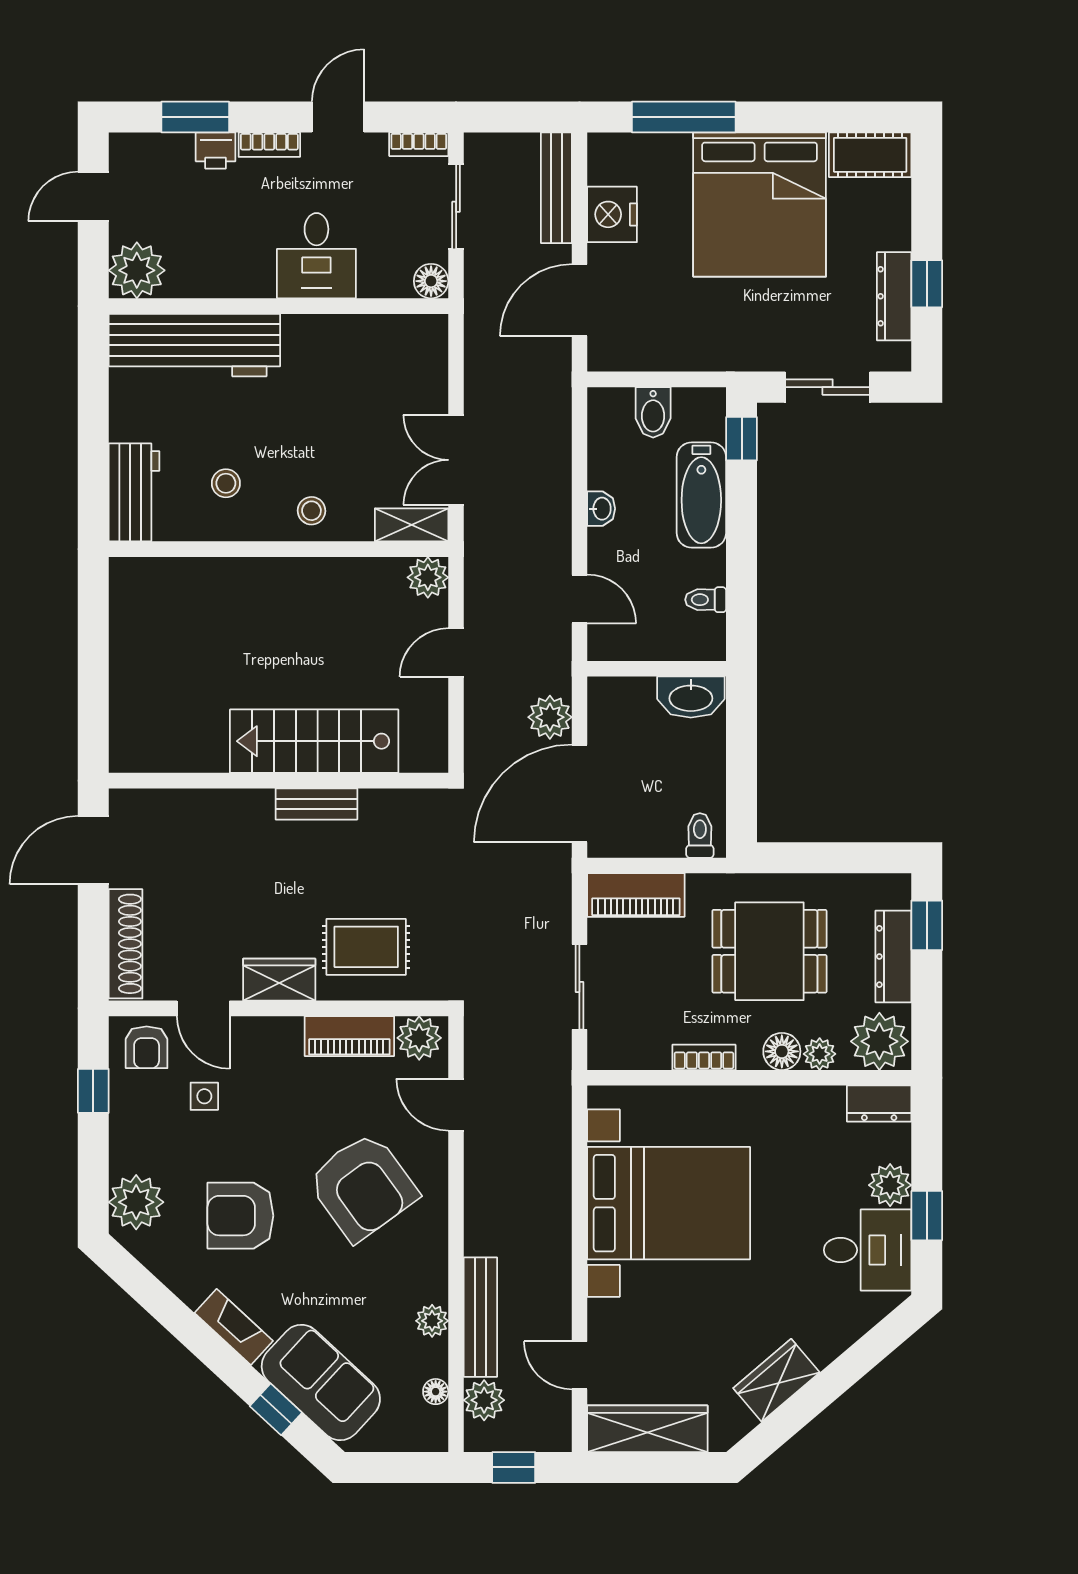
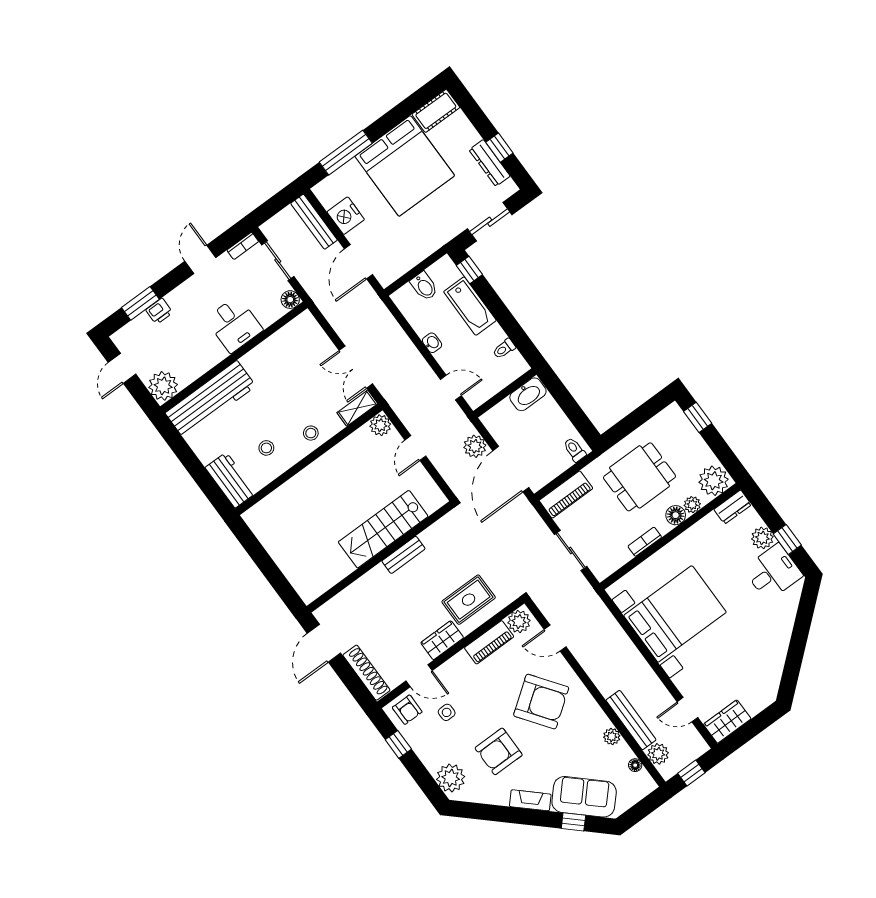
bookcase: (269, 145) -> (180, 292), removed
dresser: (893, 956) -> (693, 441), removed
wardrobe: (776, 1380) -> (775, 655), removed
wardrobe: (647, 1429) -> (727, 722), width x0.67

